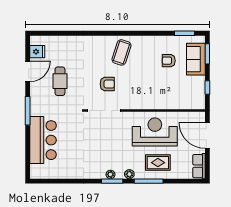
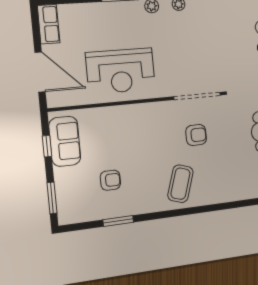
window: (185, 33) -> (118, 221), moved
sofa: (196, 59) -> (65, 141), moved
armchair: (107, 84) -> (196, 135), turned 180
rug: (158, 163) -> (112, 26), removed

